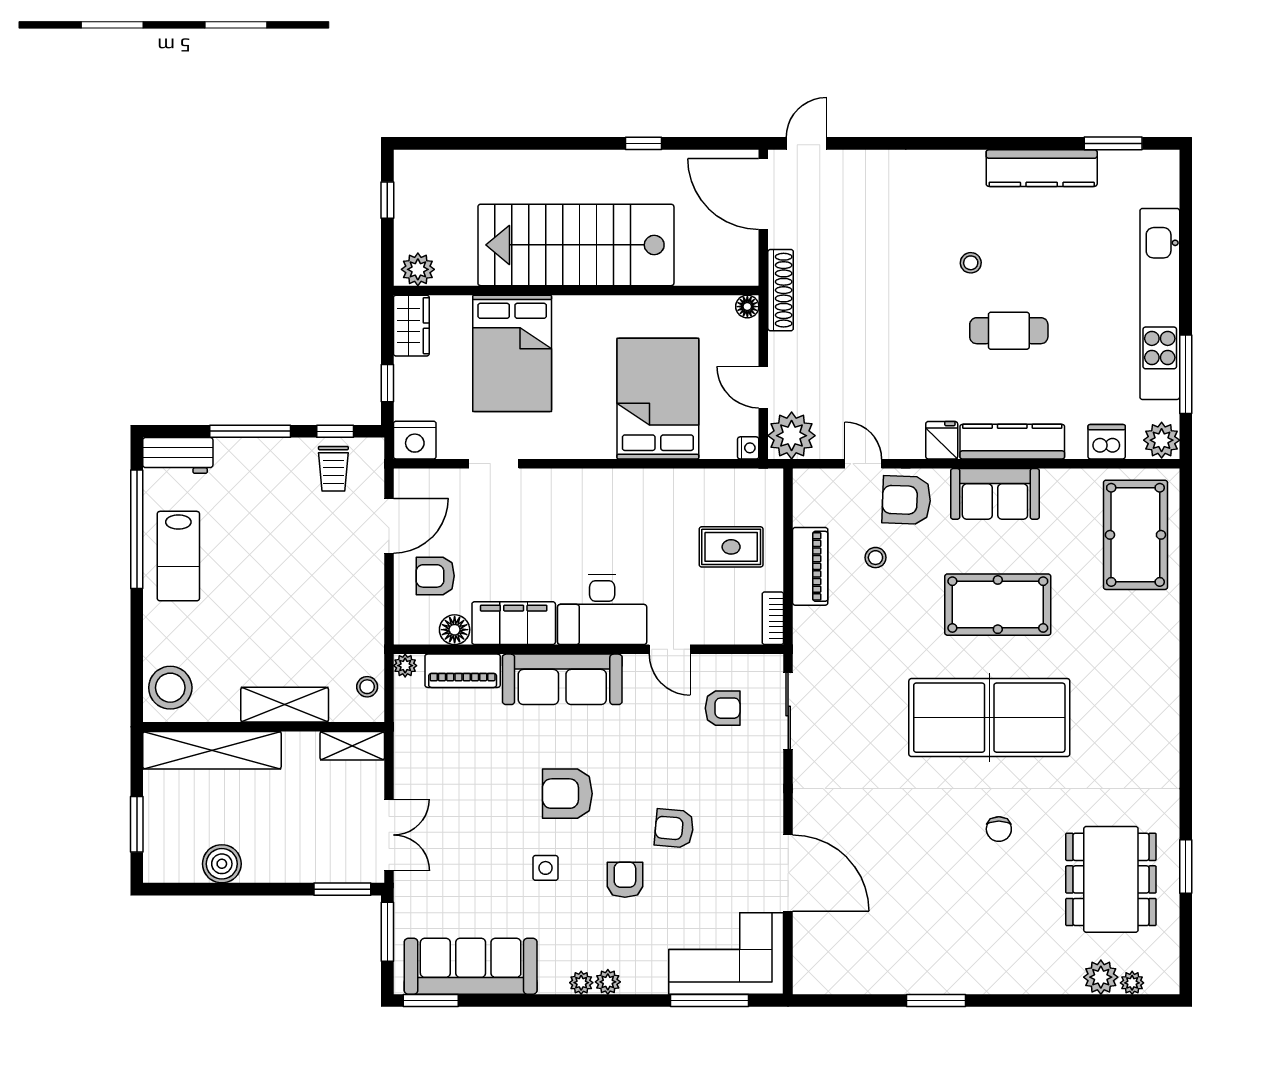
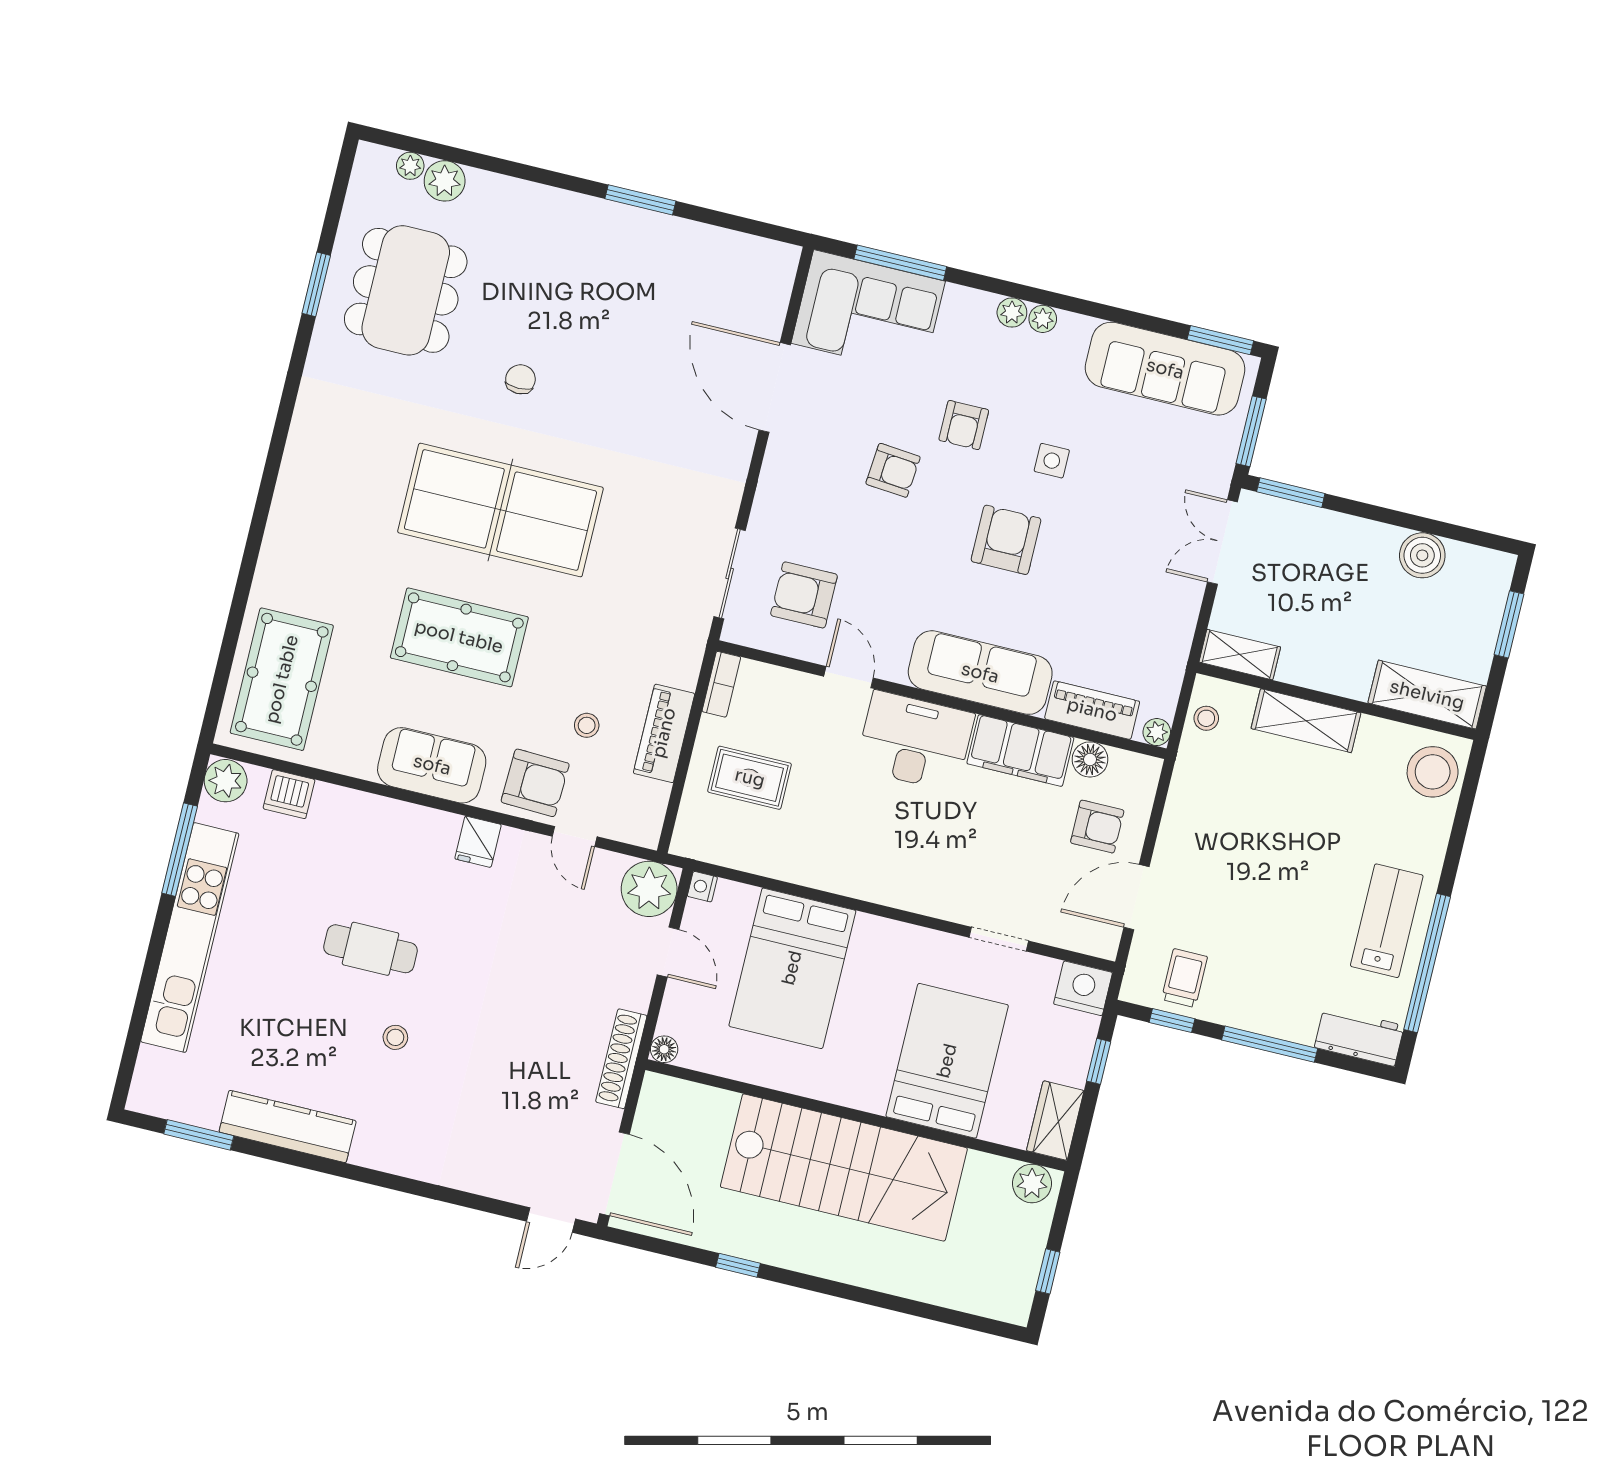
kitchen counter: (1012, 442) -> (397, 820), removed
armchair: (723, 708) -> (804, 595), width x1.38, depth x1.38
shelving: (212, 750) -> (1427, 695), width x0.68
armchair: (567, 794) -> (1006, 540), turned -90

